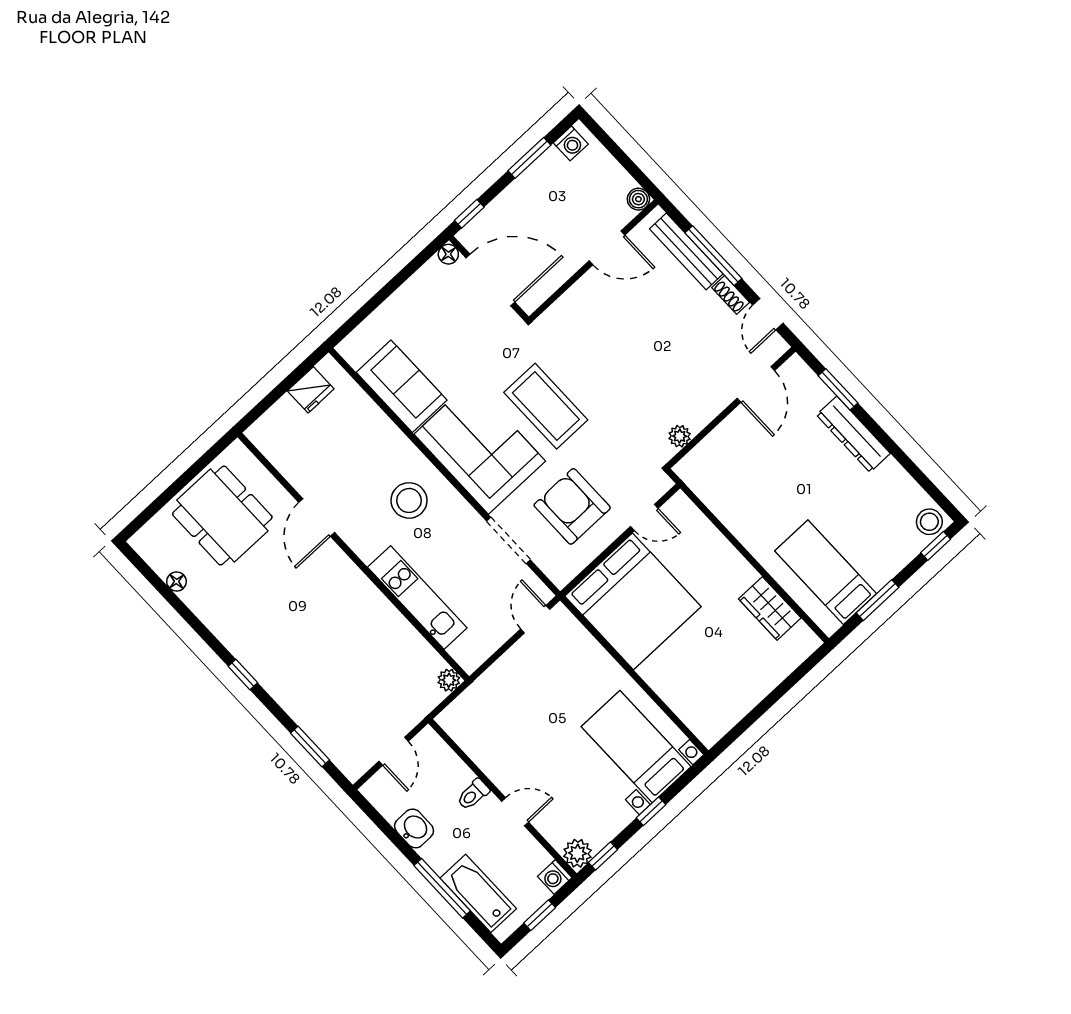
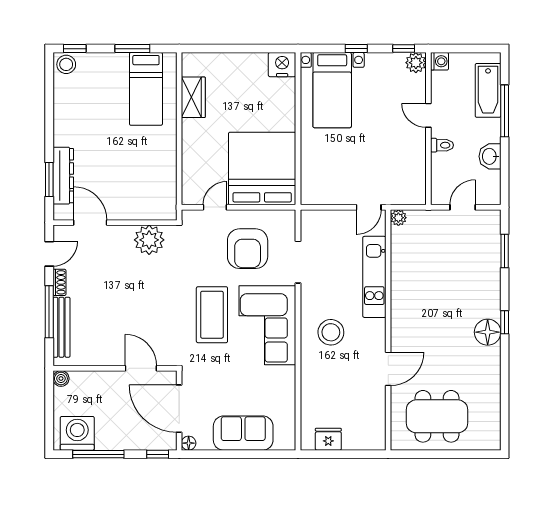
washing machine: (571, 143) -> (77, 433), width x1.89, depth x1.89
window: (529, 158) -> (98, 454), width x1.44
door: (607, 248) -> (141, 368), moved
door: (756, 384) -> (90, 223), hinge flipped
sofa: (402, 386) -> (243, 433), moved, turned 90
dresser: (853, 434) -> (63, 176), moved
plant: (680, 436) -> (149, 240), width x1.87, depth x1.87
dining table: (222, 516) -> (437, 416), turned 90
door: (644, 517) -> (215, 207), hinge flipped
floor lamp: (176, 582) -> (488, 332), moved, width x1.89, depth x1.89
door: (535, 619) -> (369, 207), moved
nightstand: (711, 725) -> (282, 65), added
window: (540, 915) -> (466, 49), removed

